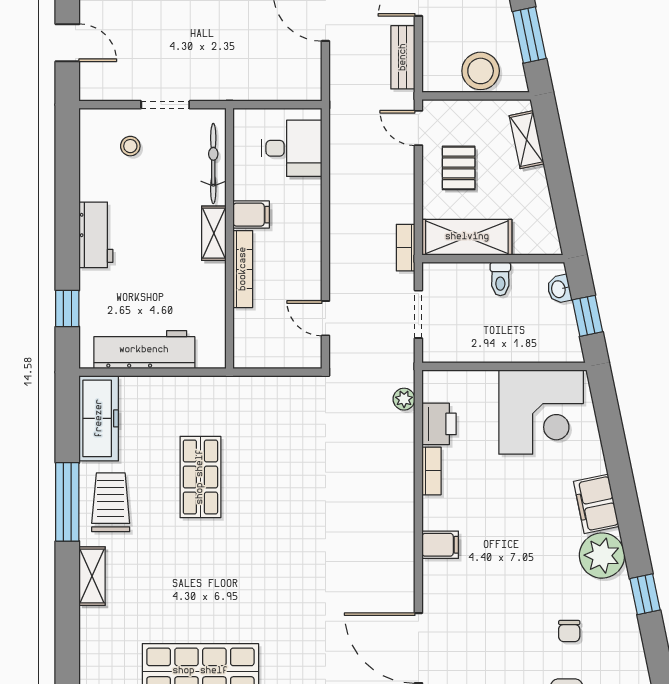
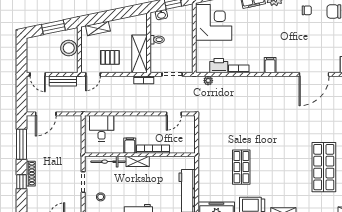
shop shelf: (200, 477) -> (241, 167), turned 90

